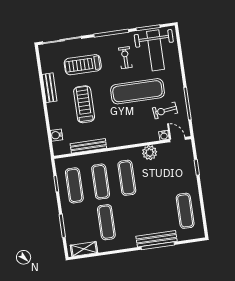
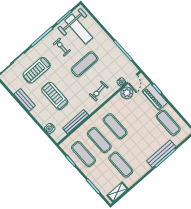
exercise mat: (137, 91) -> (85, 64), width x0.73, depth x0.69
exercise bike: (165, 111) -> (99, 91), moved
door: (178, 140) -> (132, 79), swing flipped
plant: (150, 153) -> (127, 93), moved
piano: (189, 174) -> (155, 97), added

